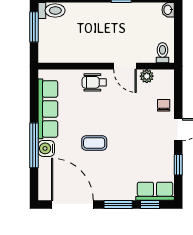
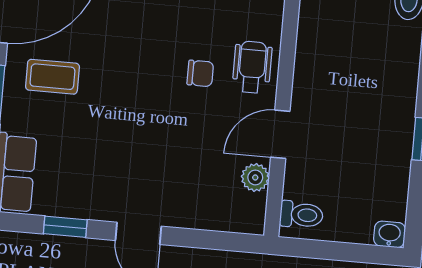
chair: (164, 105) -> (200, 73), moved
coffee table: (94, 143) -> (52, 77), moved, turned 90

